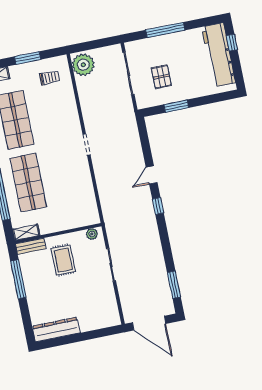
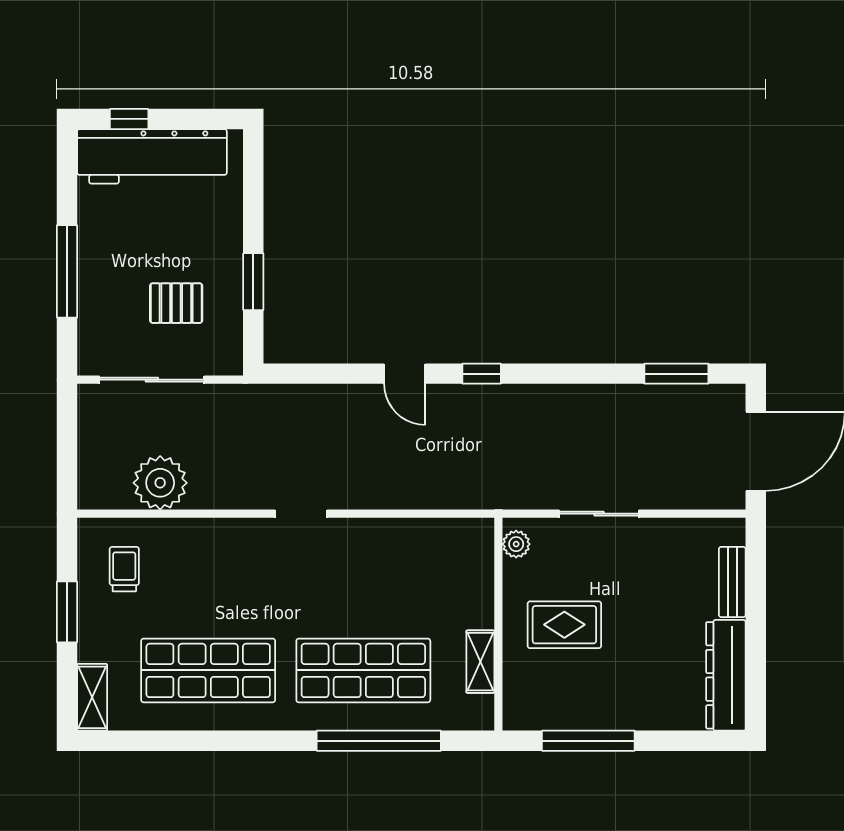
plant: (83, 65) -> (160, 483), moved
shelving: (26, 232) -> (480, 662), moved
bench: (31, 246) -> (732, 582), moved

